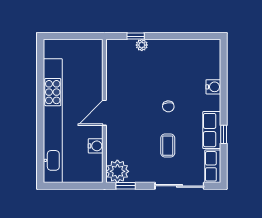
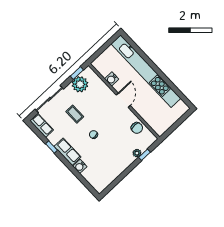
chair: (117, 71) -> (137, 128), added
row of seats: (212, 130) -> (68, 152), moved
plant: (117, 171) -> (80, 84), moved

